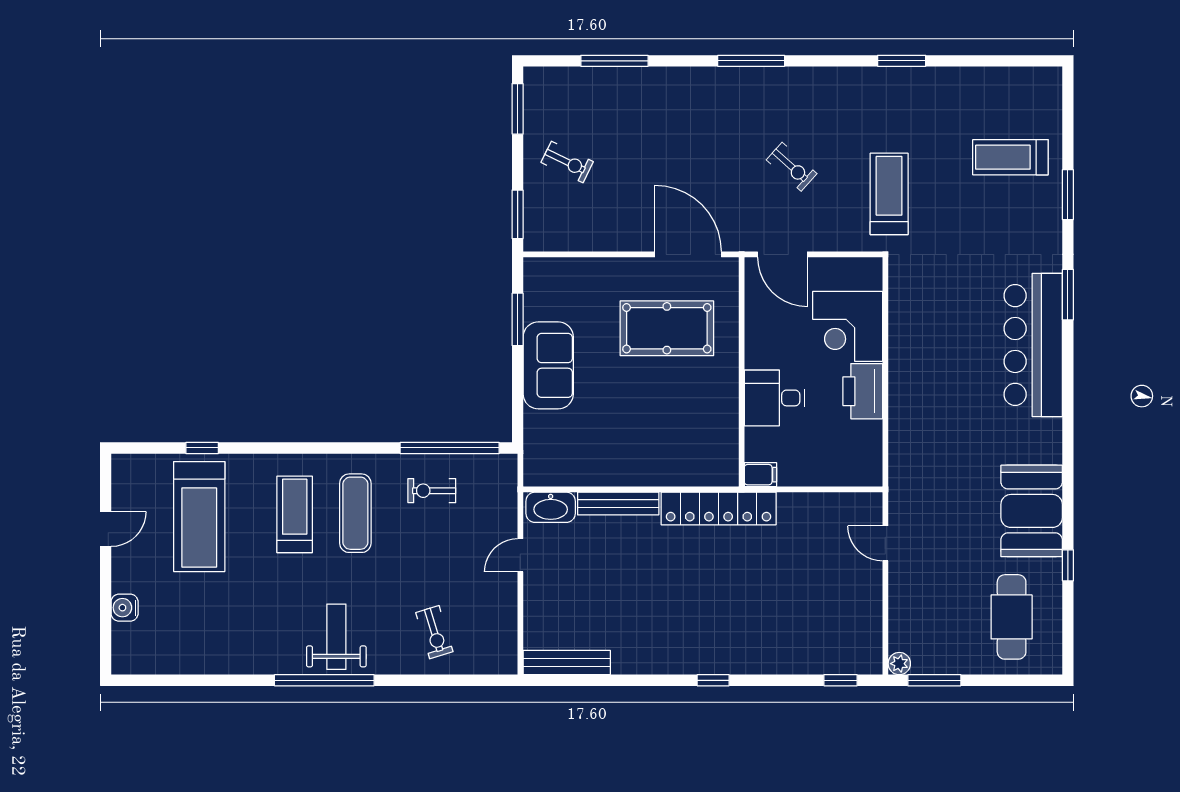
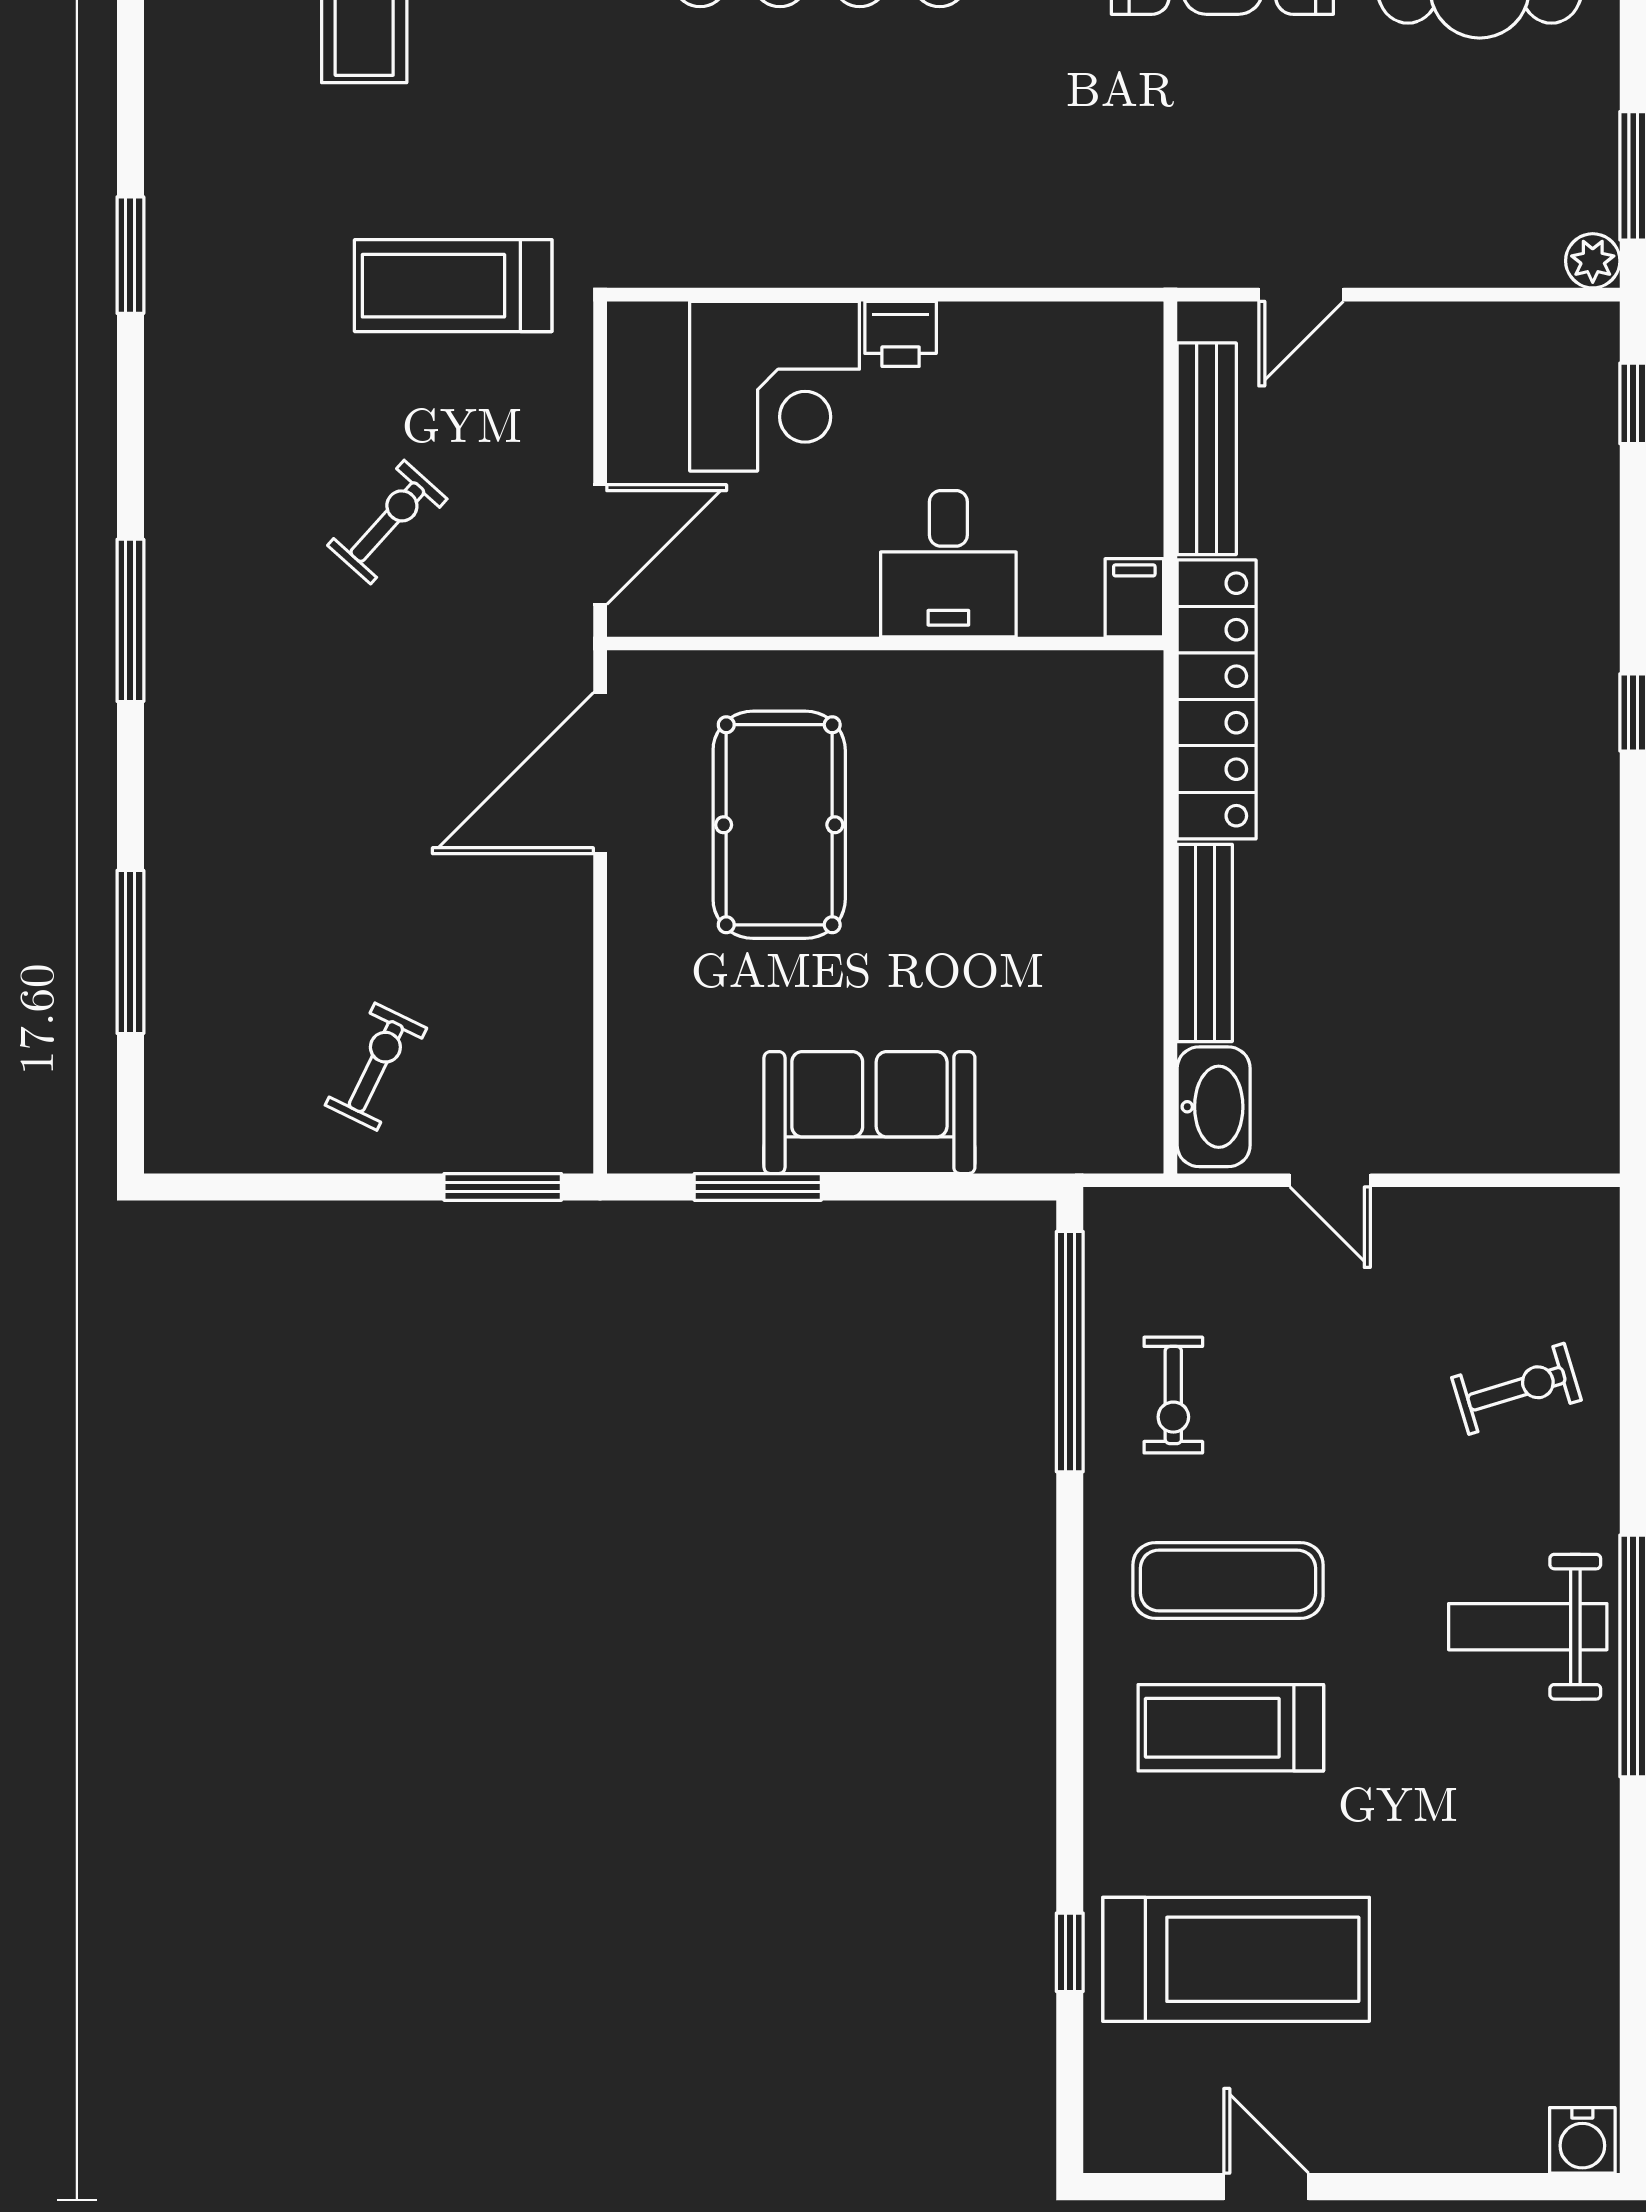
window: (518, 109) -> (247, 1187), removed
printer: (863, 391) -> (901, 334), width x0.53, depth x0.68
water cooler: (125, 608) -> (1582, 2140), moved
bench: (567, 663) -> (1207, 449), moved

